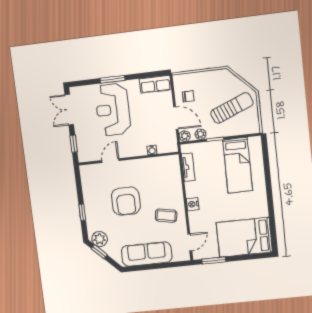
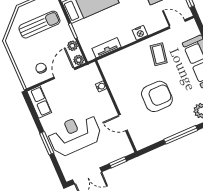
sun lounger: (232, 108) -> (39, 25), turned 112
reception desk: (113, 110) -> (75, 135), turned 180
window: (82, 212) -> (181, 135), width x2.17

